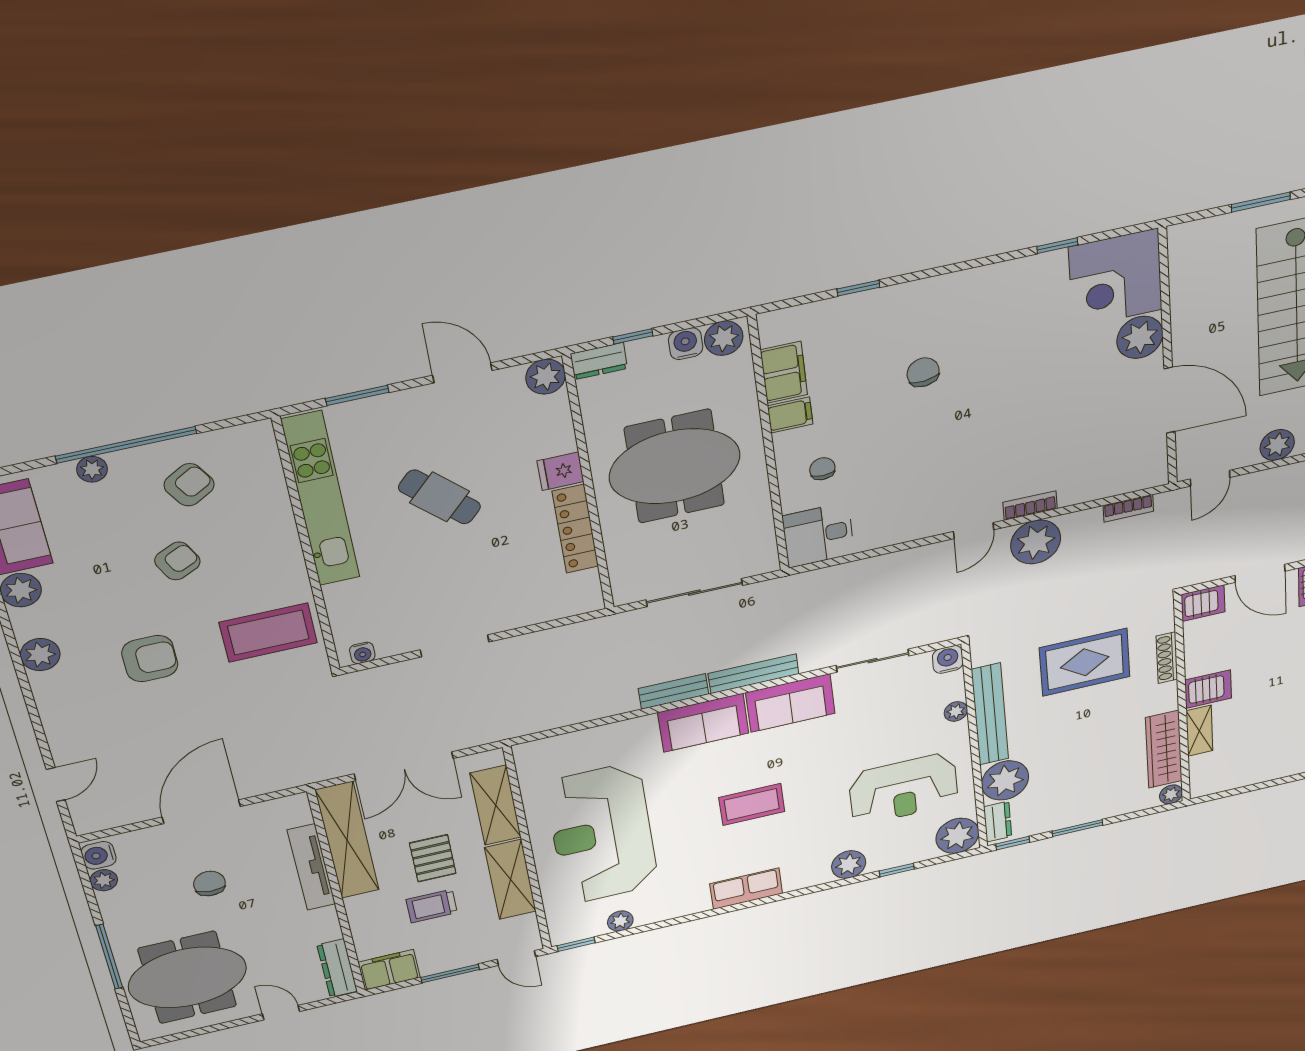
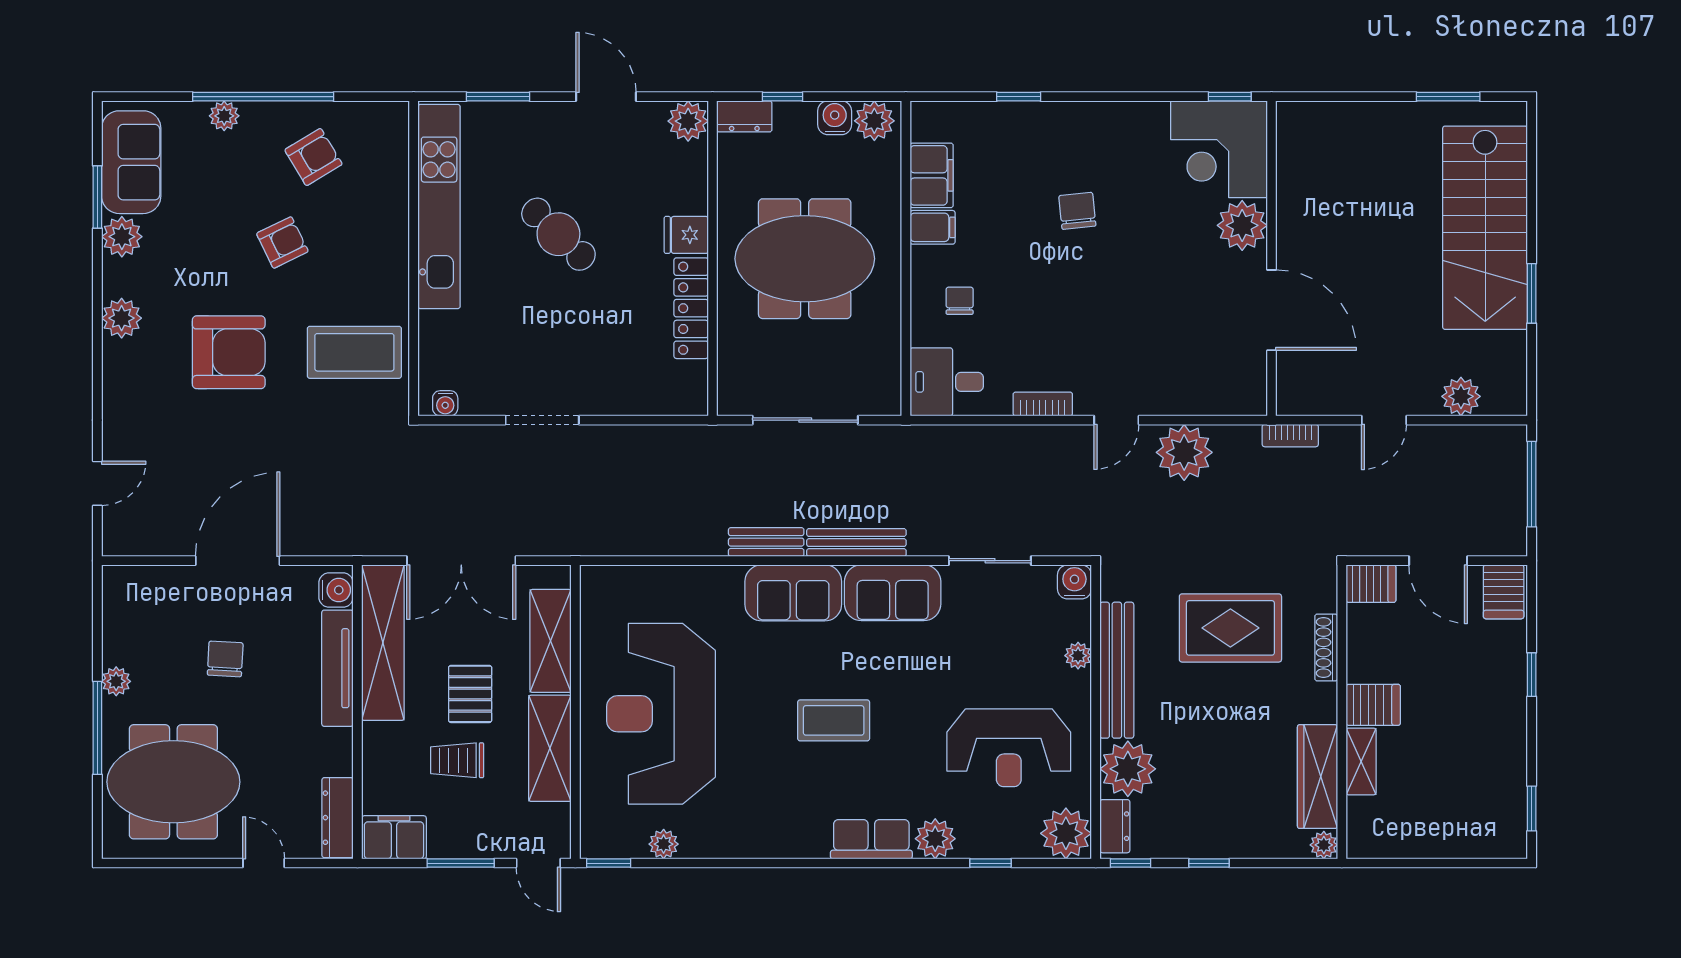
corner desk: (1115, 278) -> (1219, 149), moved
plant: (1140, 337) -> (1242, 225), moved
wall: (1168, 359) -> (1271, 258), moved
door: (1169, 400) -> (1271, 310), moved
bookcase: (1030, 506) -> (1043, 404), moved
armchair: (150, 659) -> (229, 352), width x1.36, depth x1.36
window: (1077, 828) -> (1209, 863), width x0.67
water cooler: (99, 855) -> (336, 590), moved, turned 180
plant: (104, 880) -> (116, 681), moved
row of seats: (746, 889) -> (871, 839), moved

